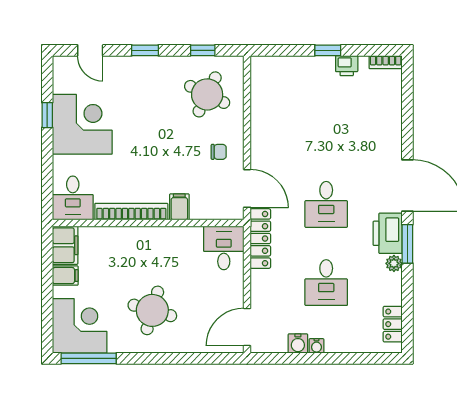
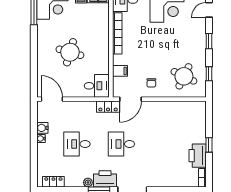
printer: (347, 66) -> (198, 156), width x1.87, depth x1.48
filing cabinet: (179, 207) -> (120, 71), moved
locker: (260, 239) -> (108, 107), width x0.66
round table: (152, 310) -> (70, 52), moved

